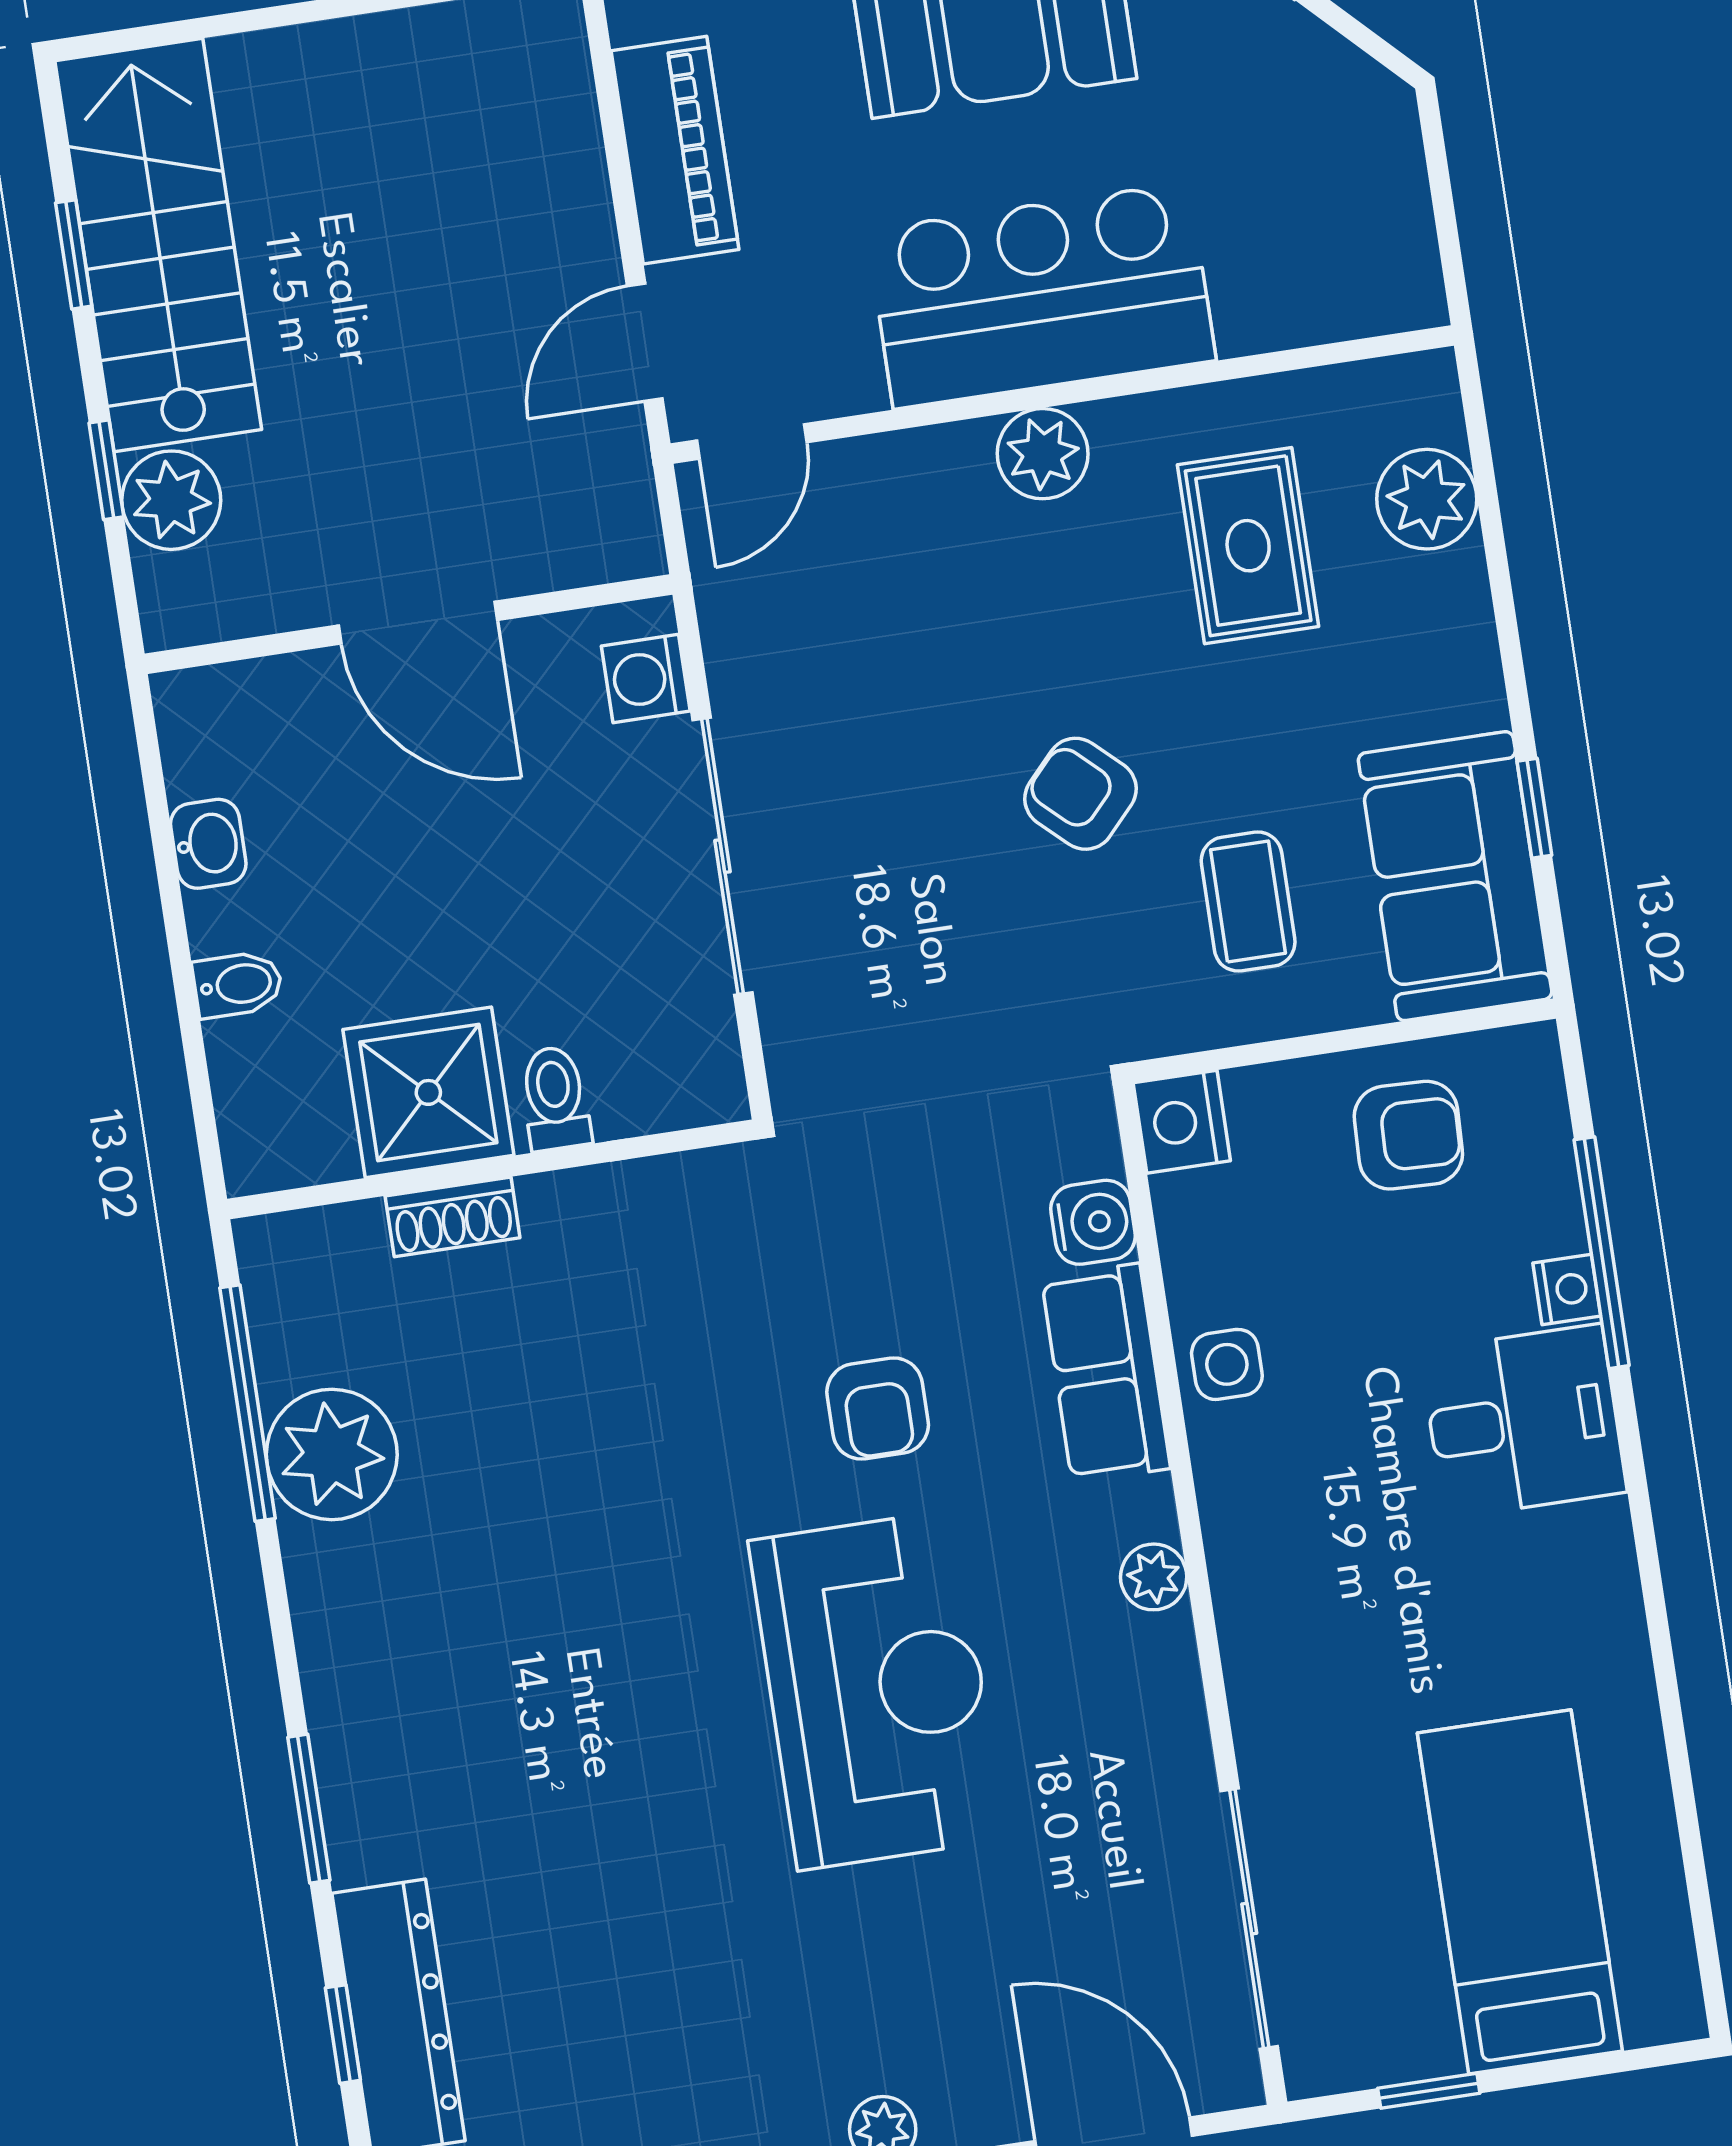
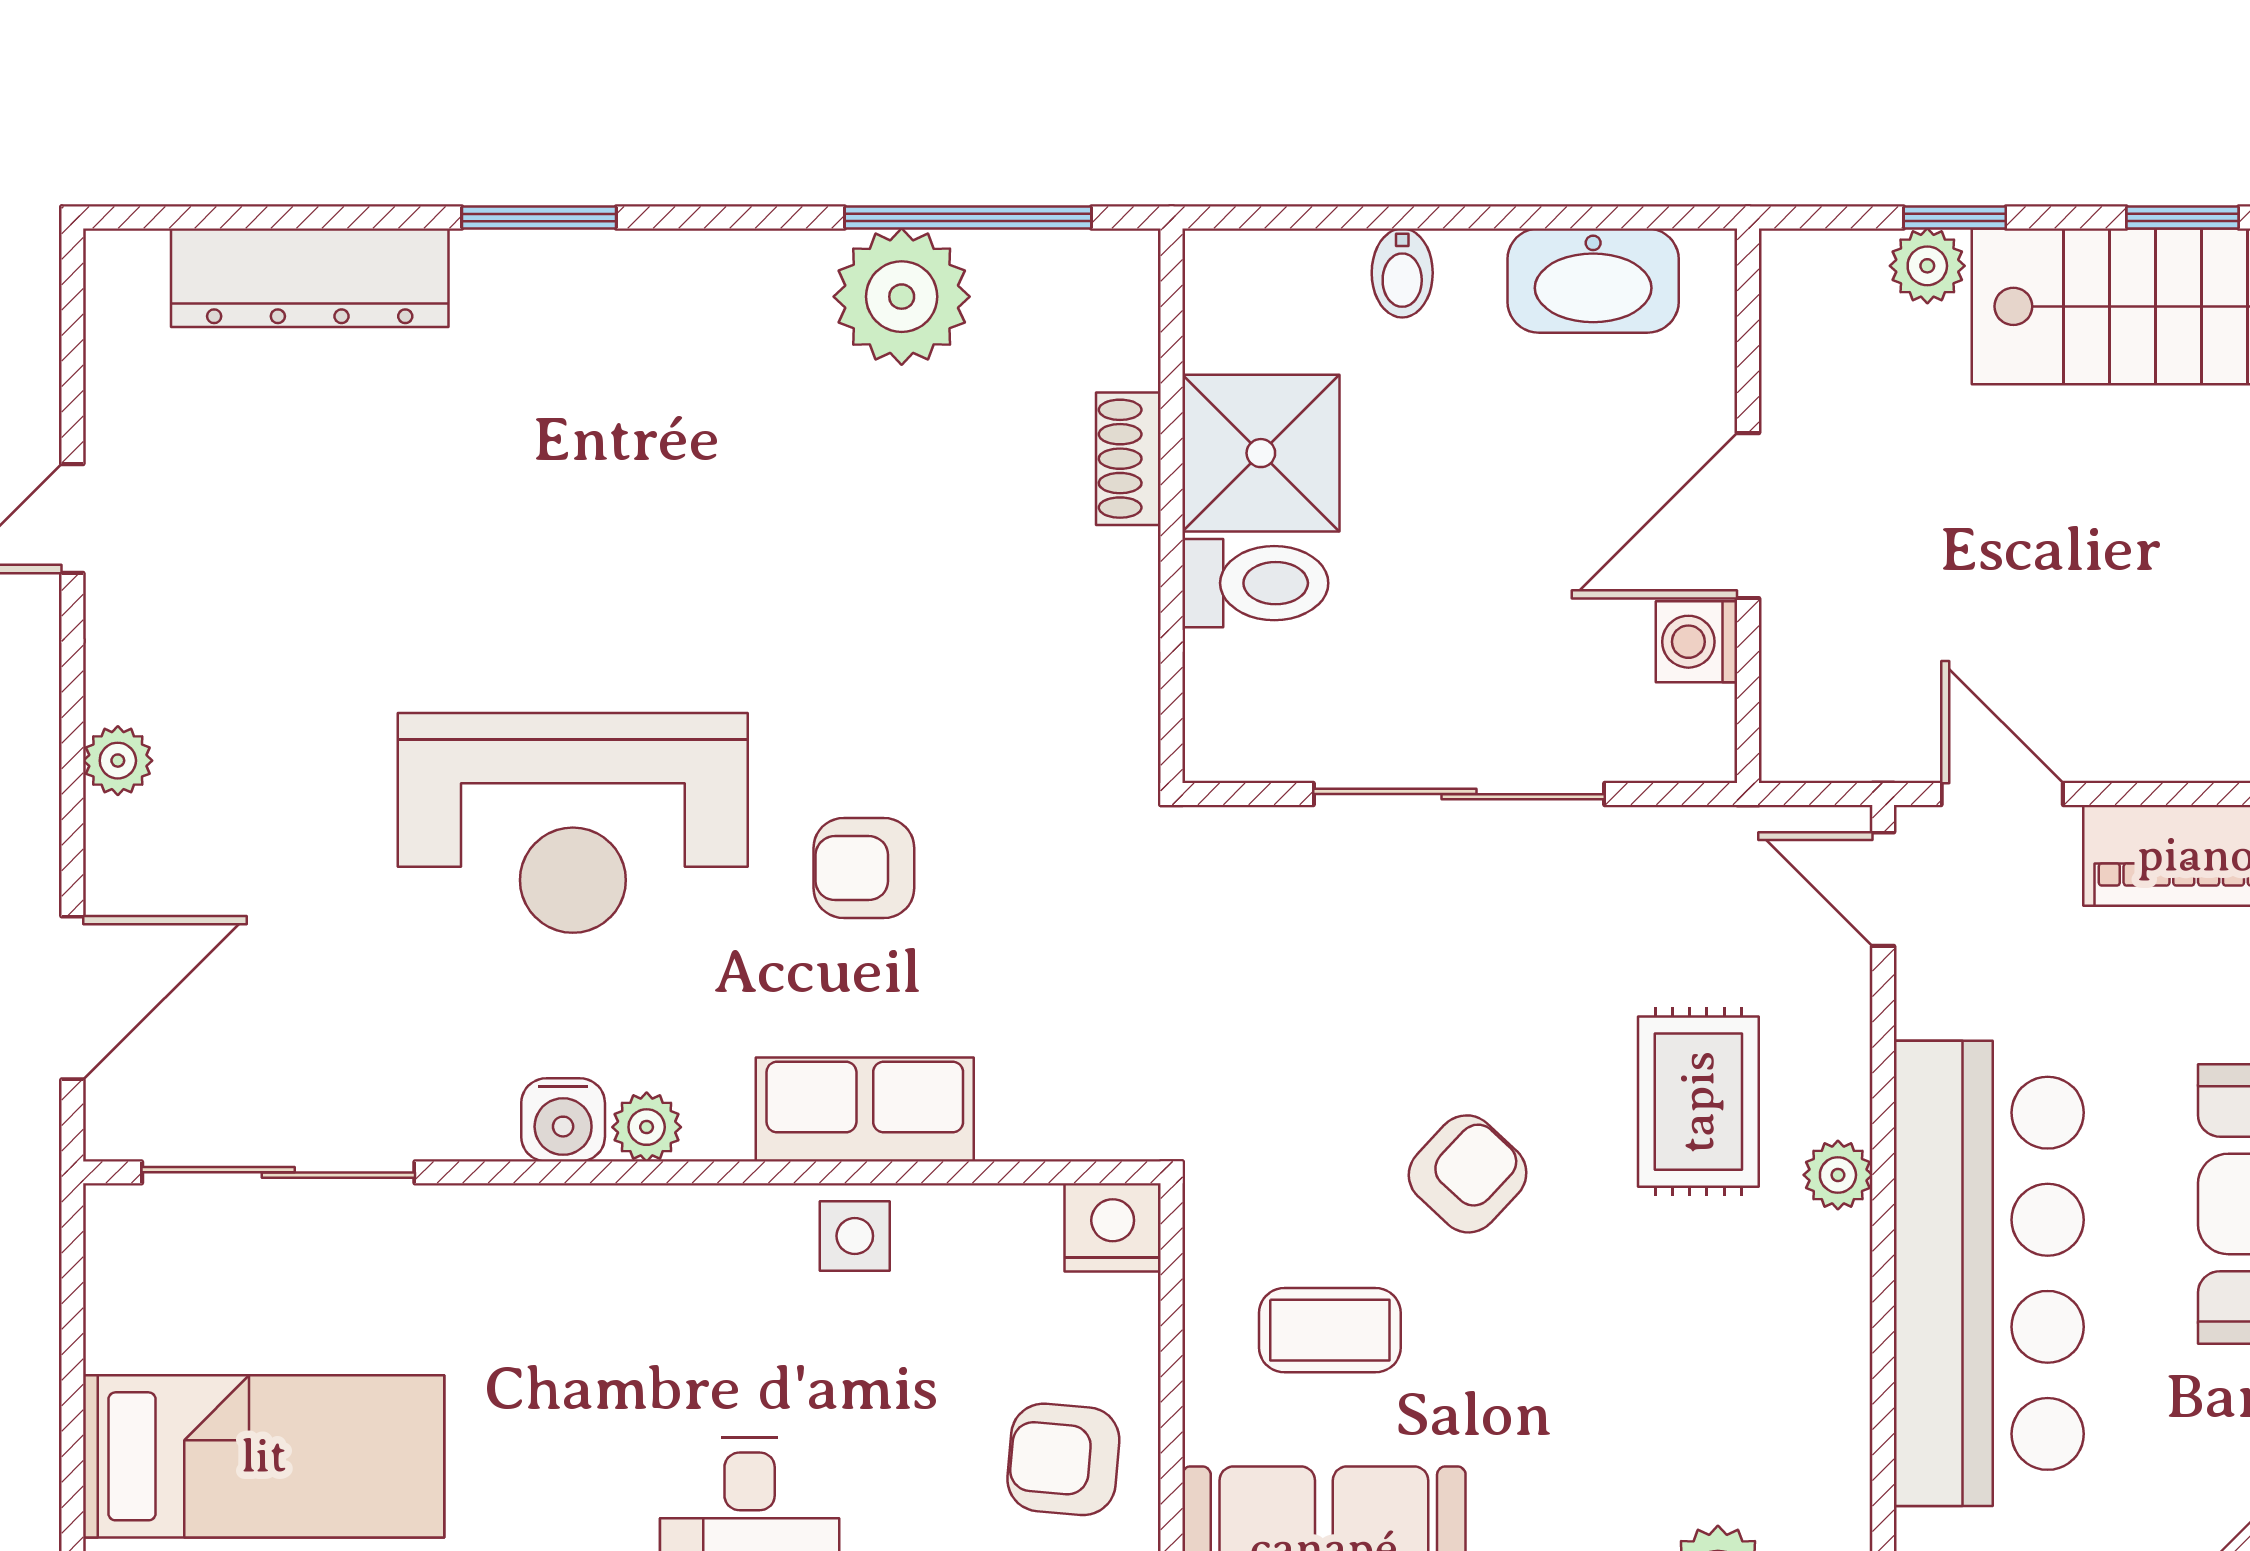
bar counter: (1041, 295) -> (1989, 1273), width x1.36
plant: (1043, 454) -> (1838, 1175), width x0.73, depth x0.73
plant: (171, 500) -> (1927, 266), width x0.73, depth x0.73
rug: (1248, 546) -> (1698, 1102), moved, turned 90
washing machine: (646, 678) -> (1697, 642), moved, turned -90
washbasin: (208, 844) -> (1593, 281), width x1.91, depth x1.45
toilet: (555, 1098) -> (1255, 583), width x1.37, depth x1.39
armchair: (1408, 1135) -> (1063, 1459), turned 93
water cooler: (1093, 1222) -> (563, 1120), moved
window: (343, 2034) -> (301, 217), removed
window: (1429, 2091) -> (72, 1331), removed

